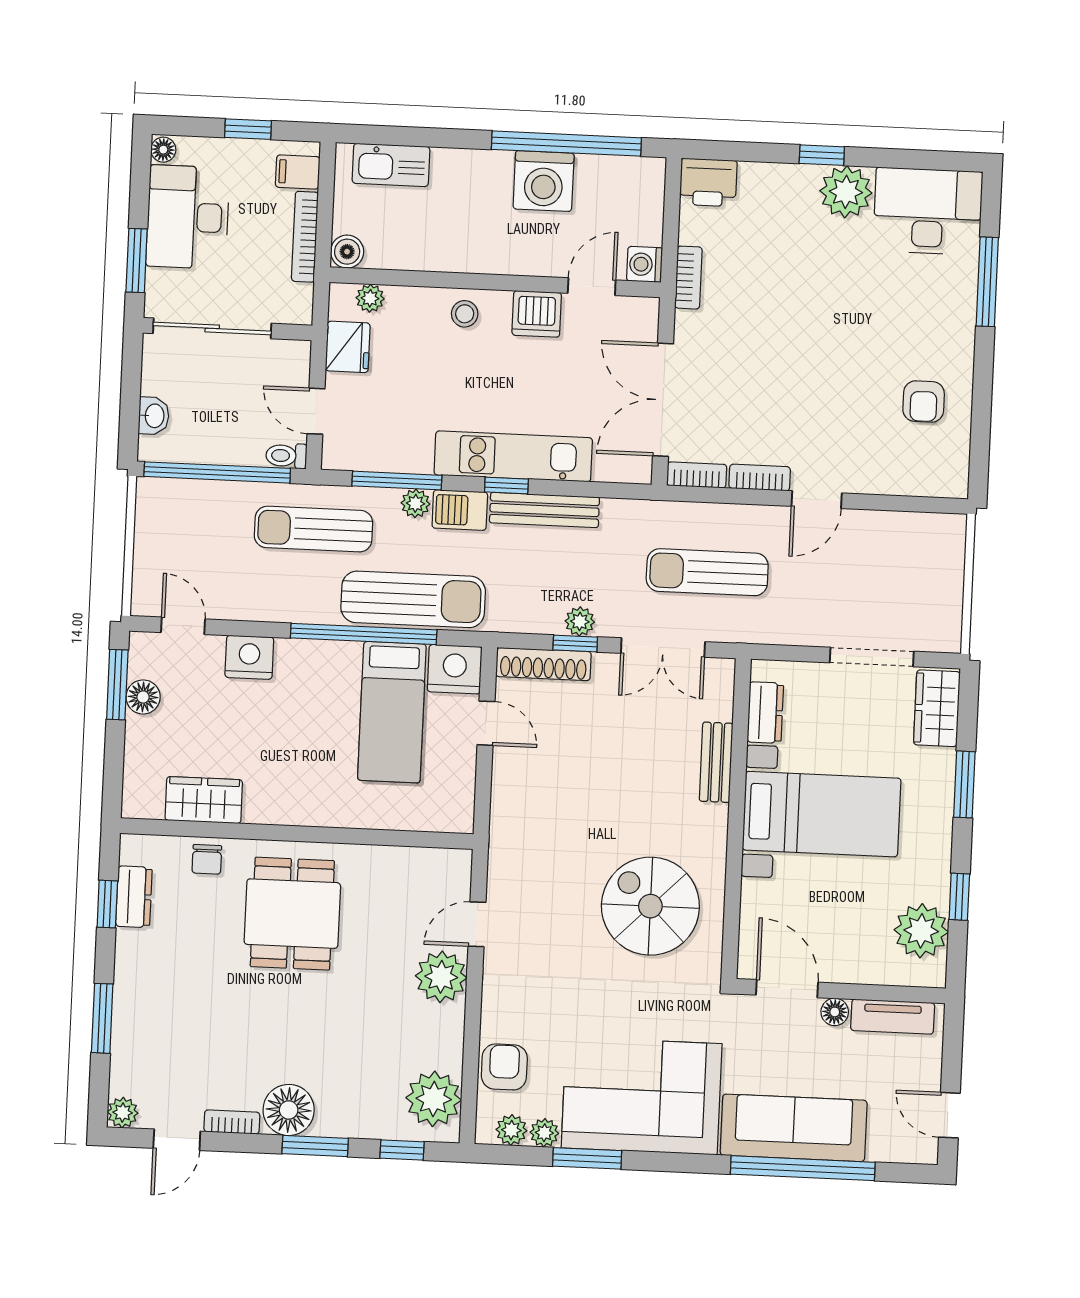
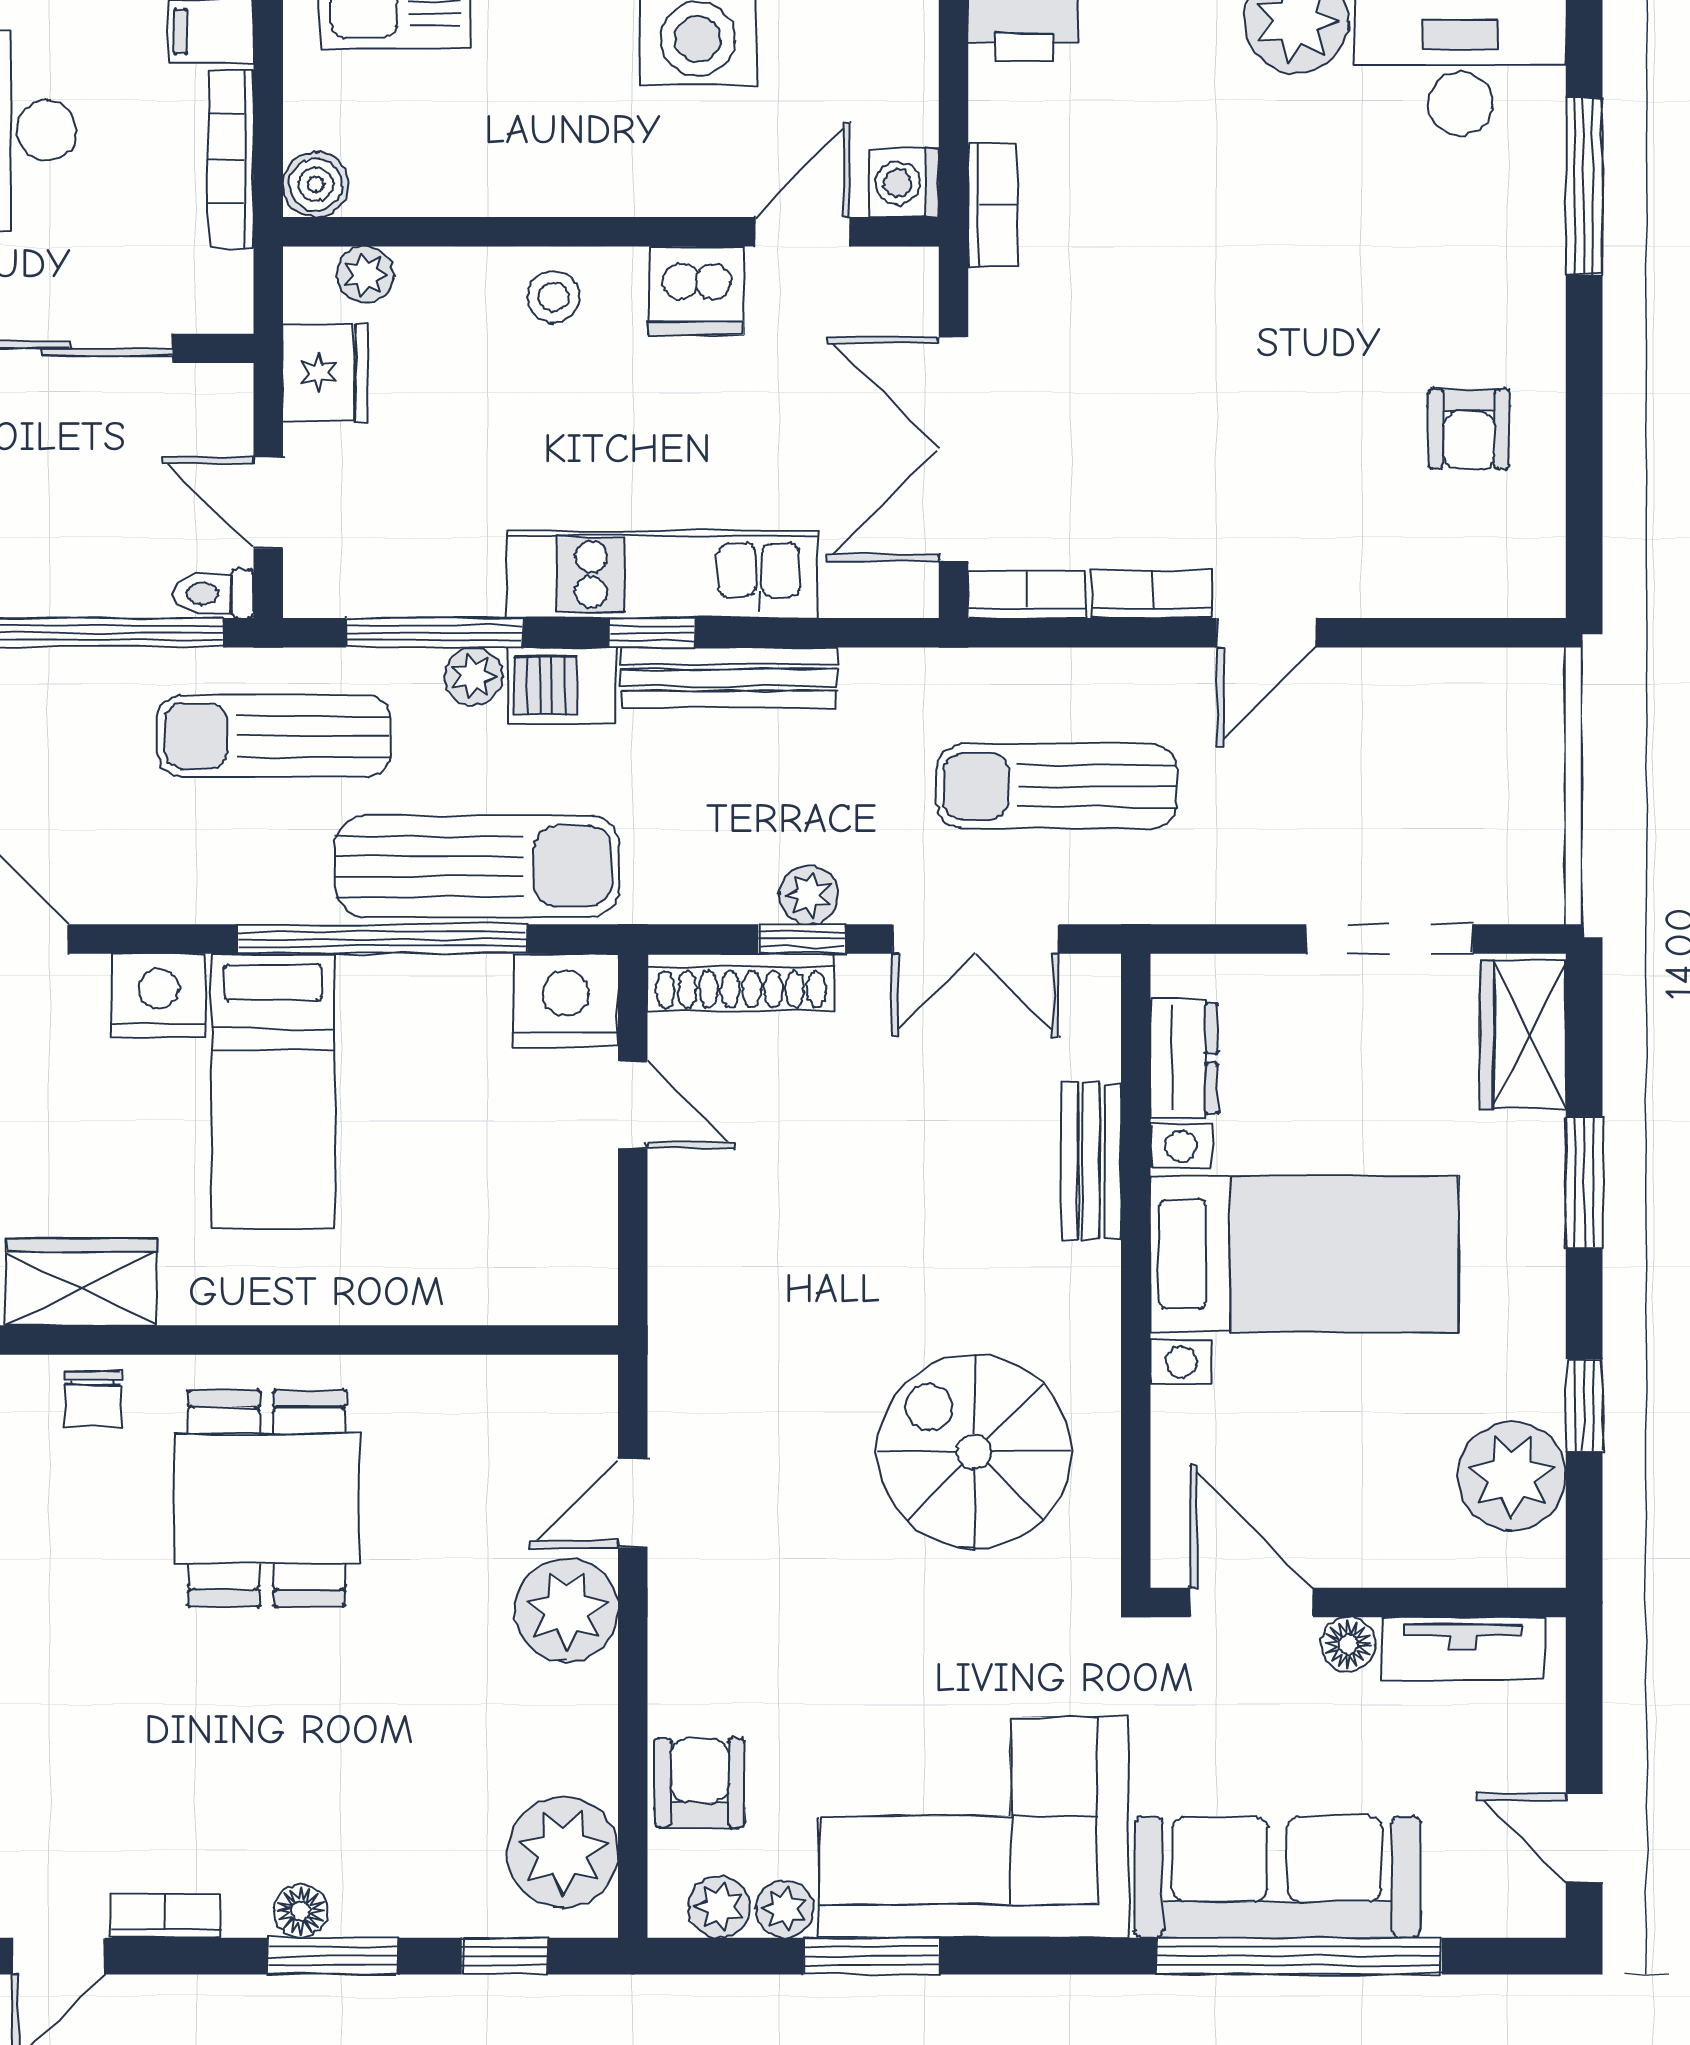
bed: (392, 712) -> (273, 1091), moved
floor lamp: (289, 1110) -> (301, 1911), width x0.53, depth x0.53

